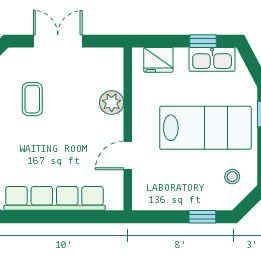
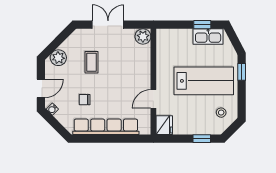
fridge: (158, 60) -> (164, 125), moved, turned -90
plant: (112, 103) -> (143, 36), moved
chair: (22, 157) -> (85, 100), added

